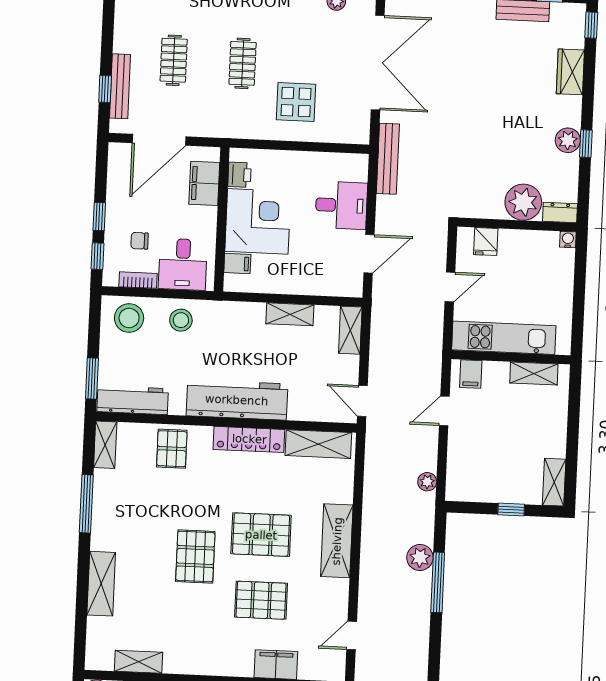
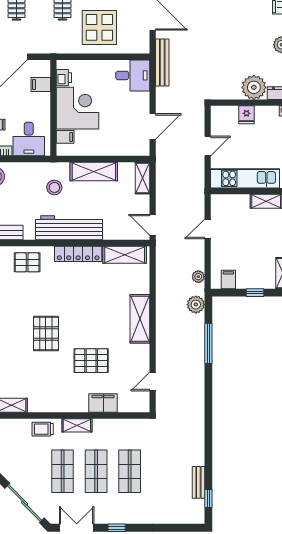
display table: (296, 102) -> (99, 27), width x1.36, depth x1.36
filing cabinet: (204, 183) -> (41, 84), width x0.50
desk: (341, 205) -> (133, 75), moved
fridge: (486, 242) -> (247, 115), moved
shelving: (290, 314) -> (94, 172), width x1.50, depth x1.33
stool: (181, 320) -> (54, 187), moved
filing cabinet: (471, 374) -> (228, 279), moved, turned 180
pallet: (172, 449) -> (27, 262), turned 90
pallet: (261, 535) -> (89, 317), removed
plant: (420, 557) -> (196, 305), moved

